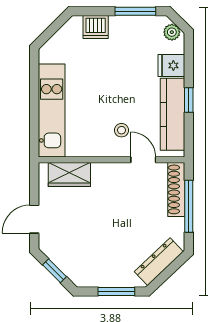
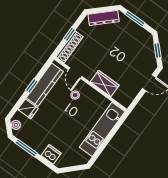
wardrobe: (69, 174) -> (105, 84), moved
window: (189, 206) -> (69, 34), width x0.46

